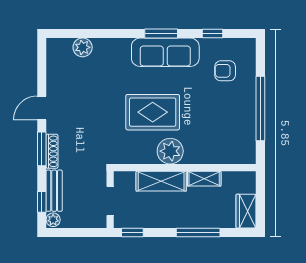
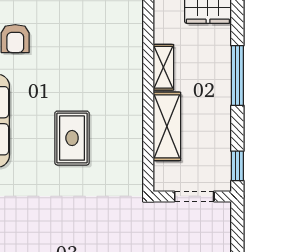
rug: (153, 112) -> (72, 138), width x0.73, depth x0.70
plant: (170, 151) -> (126, 114), removed

